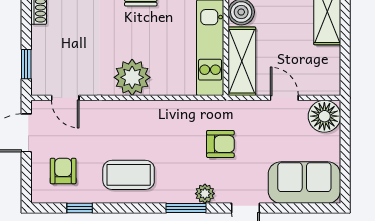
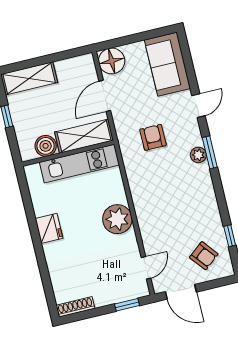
door: (284, 98) -> (105, 96), width x1.38
armchair: (63, 171) -> (204, 256), turned -129
coffee table: (129, 175) -> (195, 204), removed
plant: (205, 194) -> (198, 155), moved

